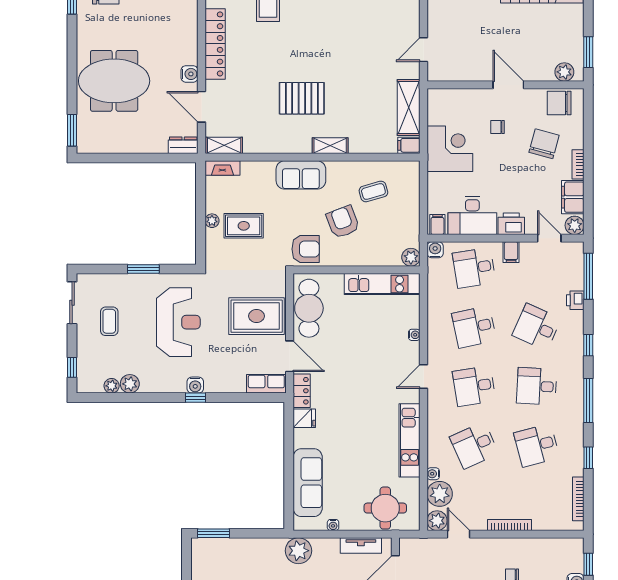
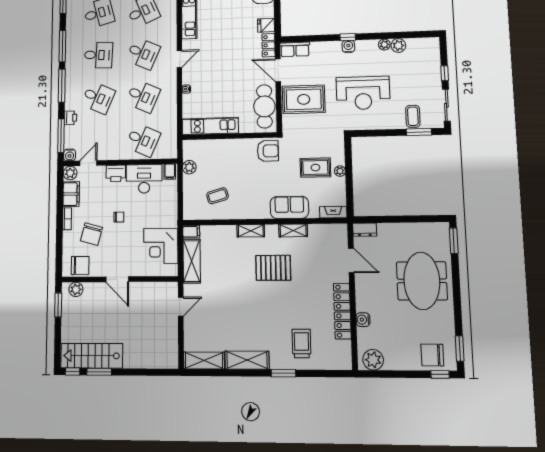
water cooler: (190, 74) -> (363, 320), moved
meeting table: (114, 81) -> (422, 281), turned 90
chair: (497, 127) -> (119, 217), moved
shelving: (224, 145) -> (293, 230), moved
corner desk: (450, 149) -> (161, 246), moved
sofa: (301, 175) -> (289, 207), moved
armchair: (343, 222) -> (240, 172), removed
door: (549, 238) -> (88, 163), swing flipped
armchair: (306, 249) -> (268, 151), turned 180
water cooler: (435, 250) -> (70, 155), moved
filing cabinet: (511, 252) -> (116, 152), removed
plant: (411, 257) -> (189, 167), moved
desk: (474, 268) -> (143, 140), turned 33
window: (143, 269) -> (419, 132), moved
coffee table: (109, 321) -> (413, 116), moved
reception desk: (178, 322) -> (363, 93), turned -90
desk: (474, 327) -> (143, 96), turned 36
window: (588, 345) -> (62, 86), width x2.17
window: (72, 367) -> (445, 73), moved
plant: (112, 386) -> (384, 45), moved
desk: (474, 386) -> (143, 53), turned 33

